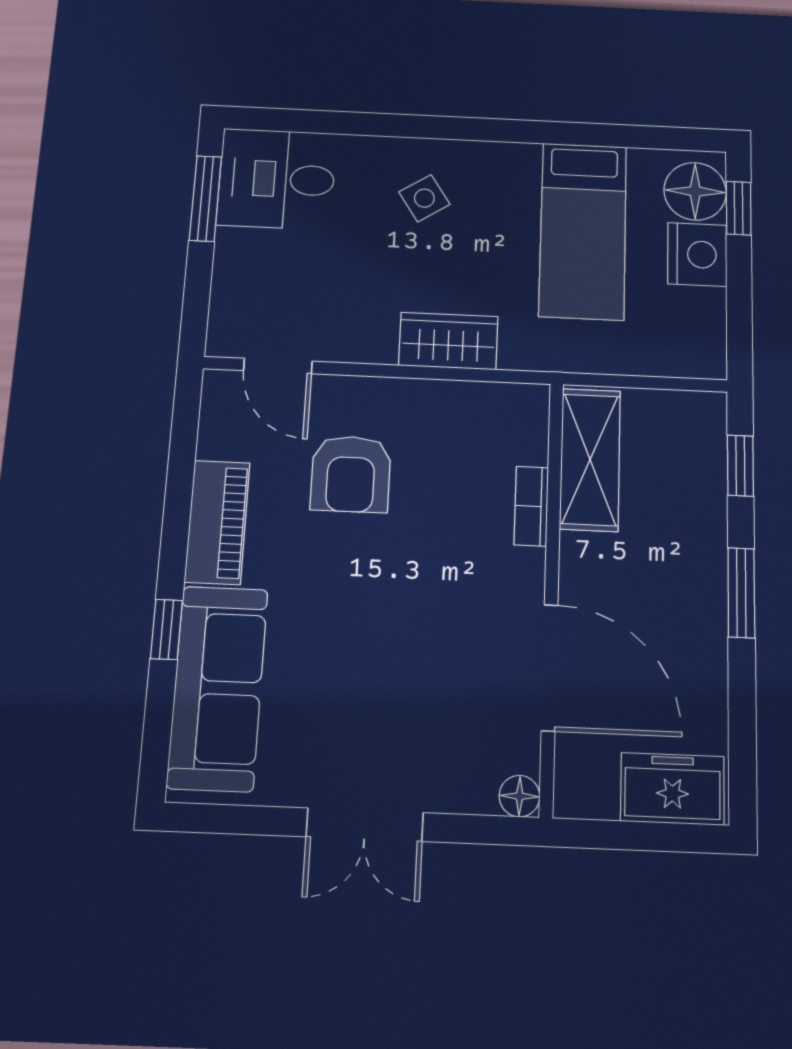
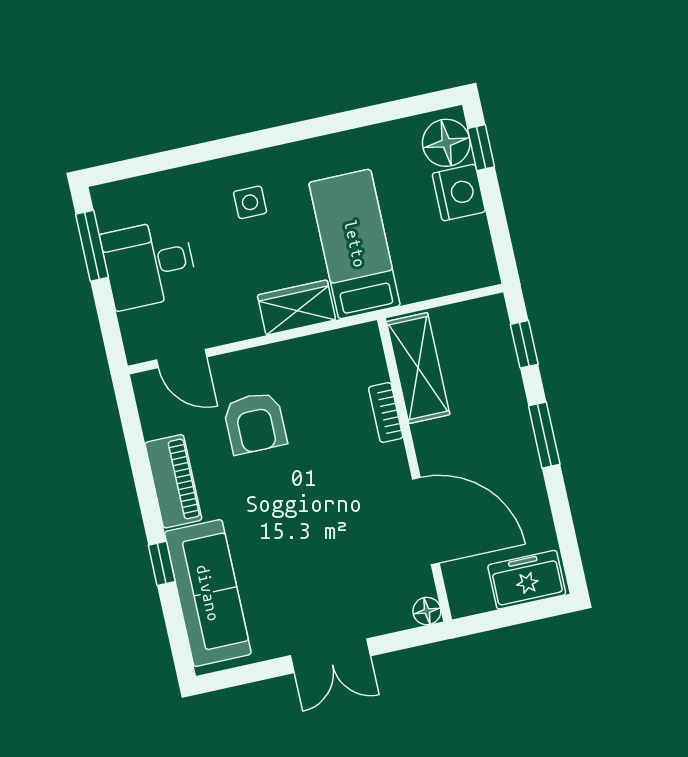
desk: (277, 179) -> (149, 264), moved
side table: (424, 198) -> (250, 202), turned 33
bed: (583, 231) -> (355, 244), moved, turned 180

